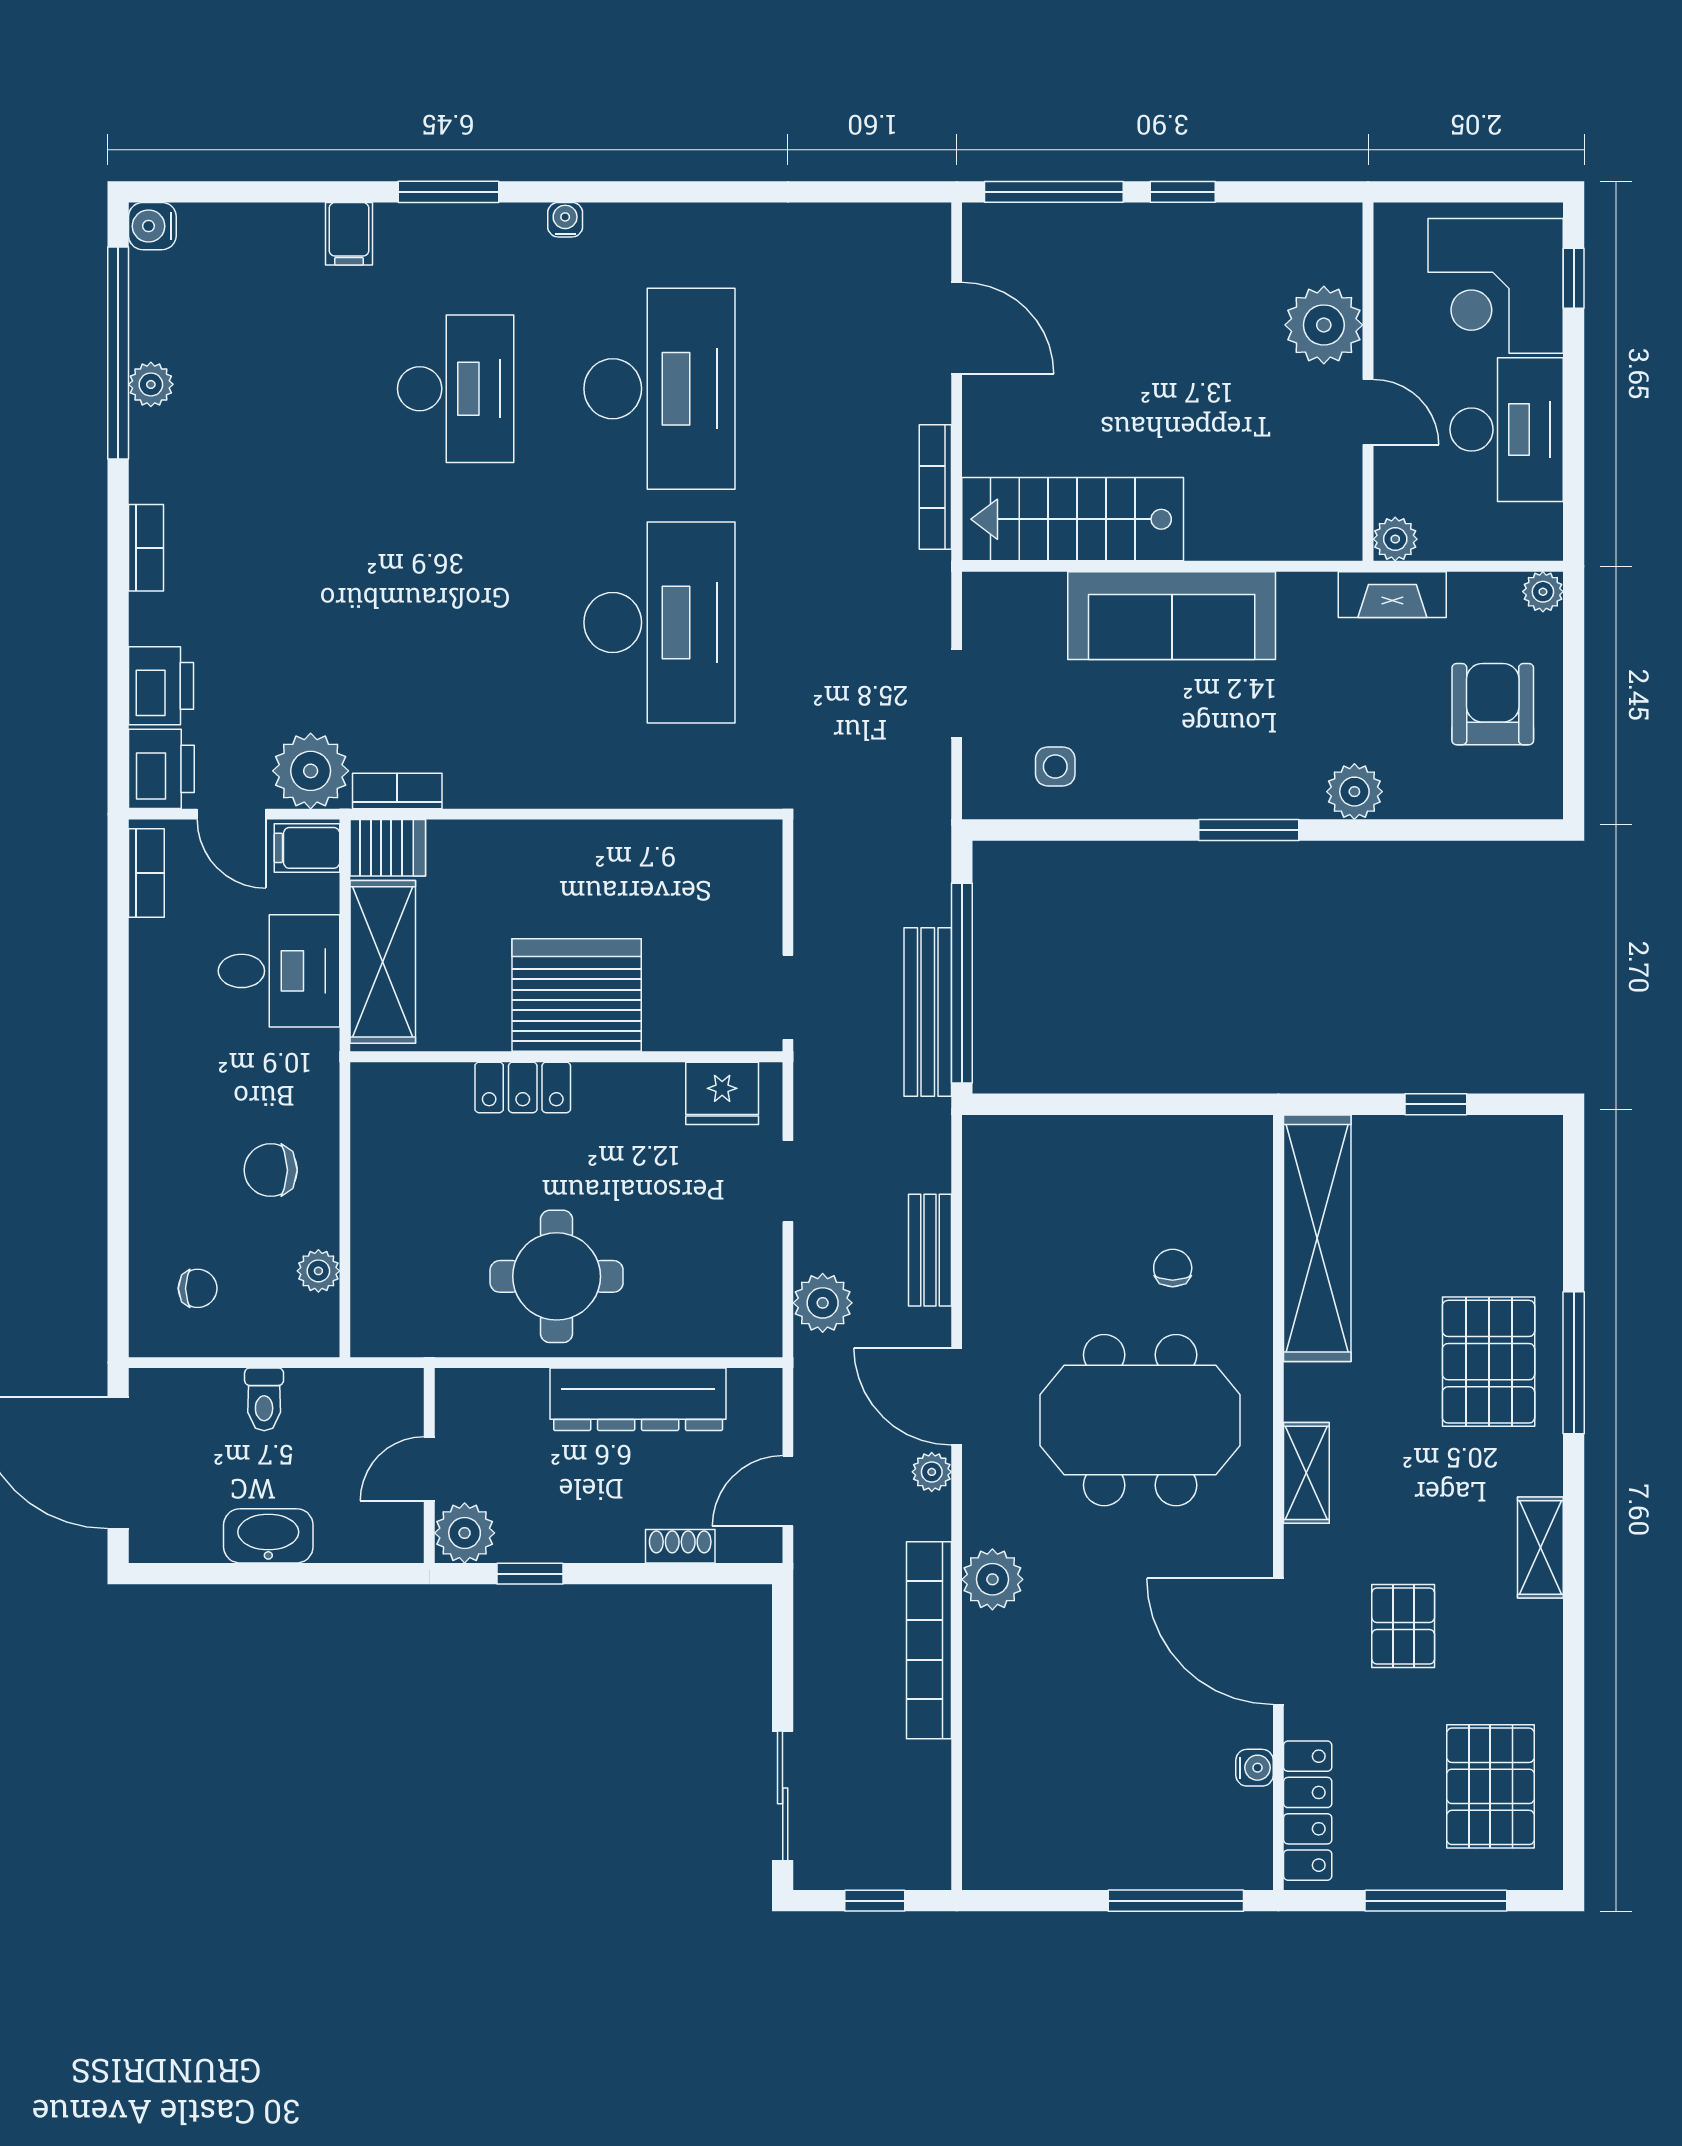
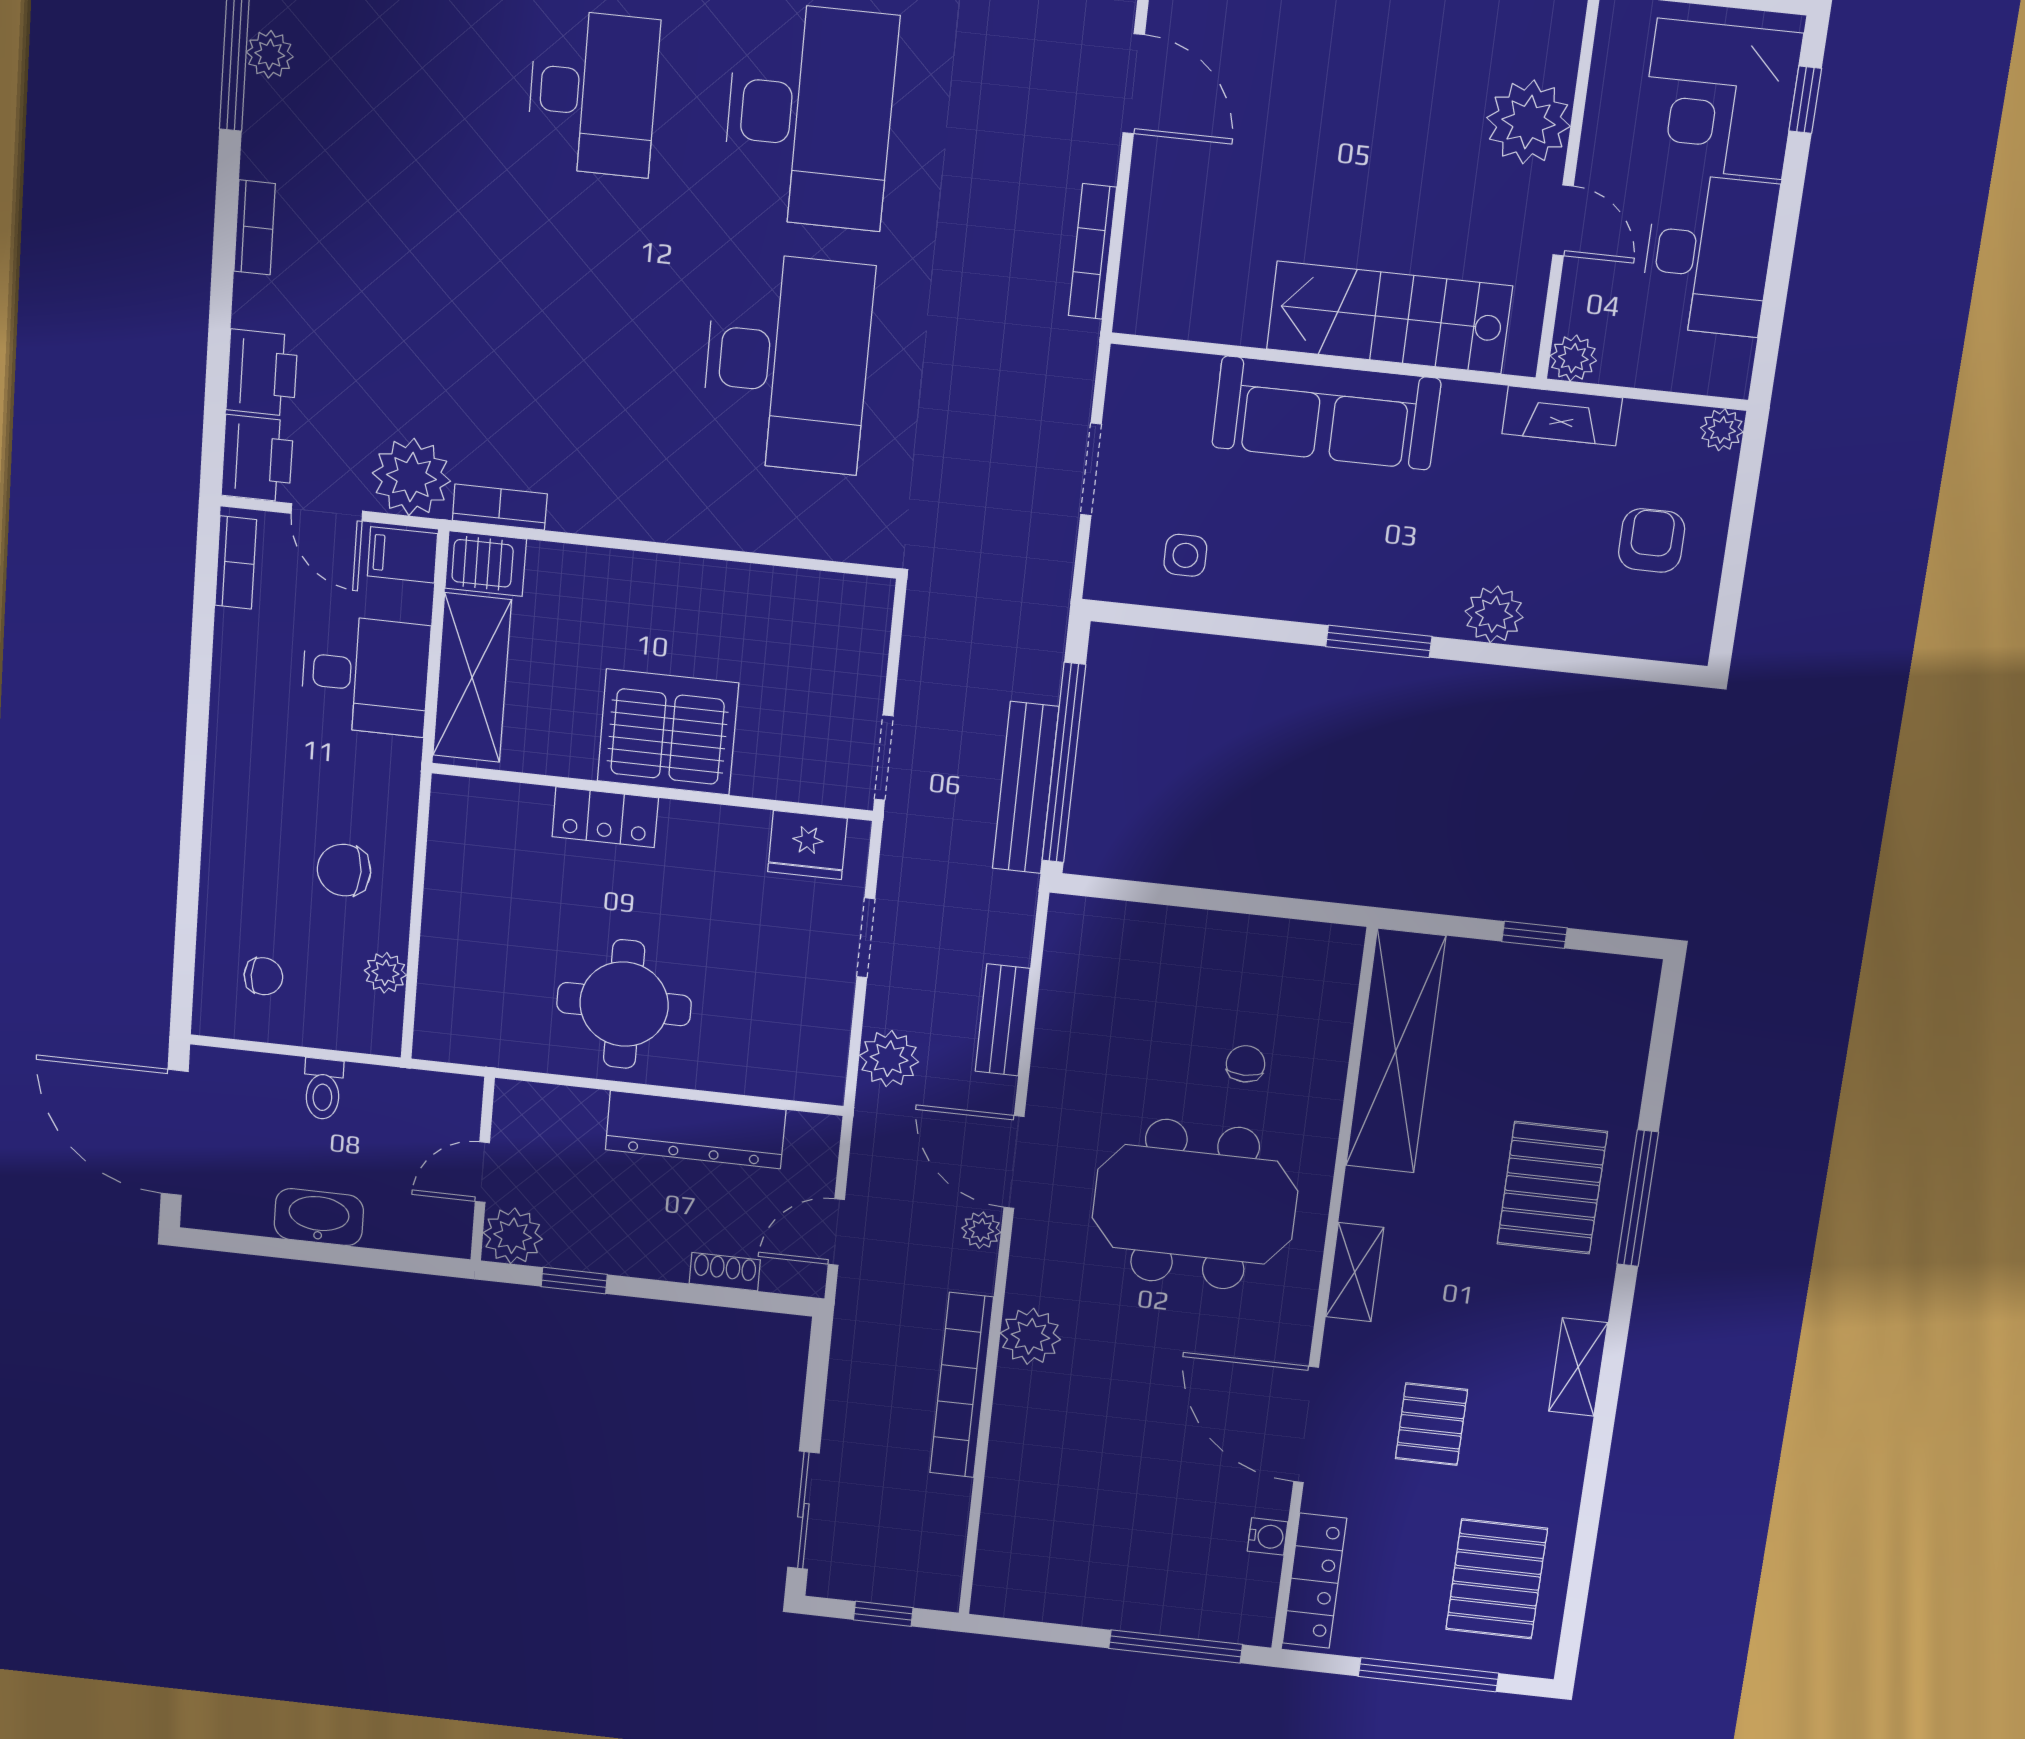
stairs: (1073, 519) -> (1389, 317), moved
armchair: (1493, 704) -> (1652, 540), width x0.72, depth x0.72

